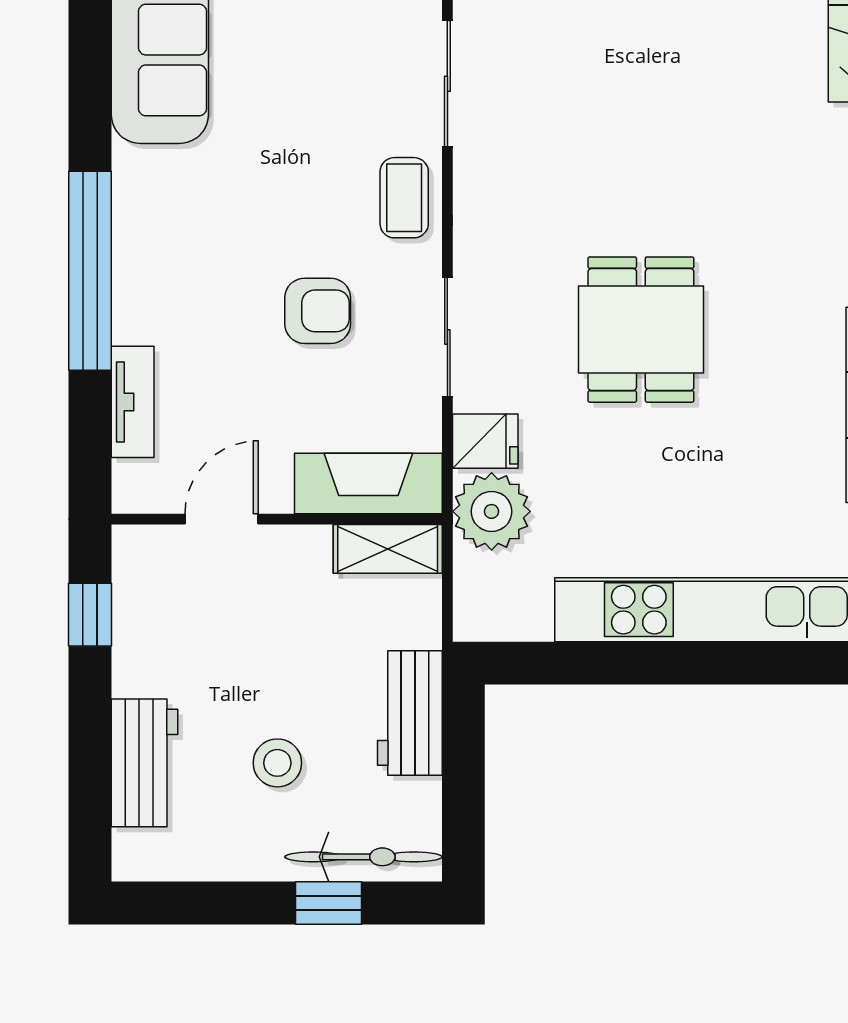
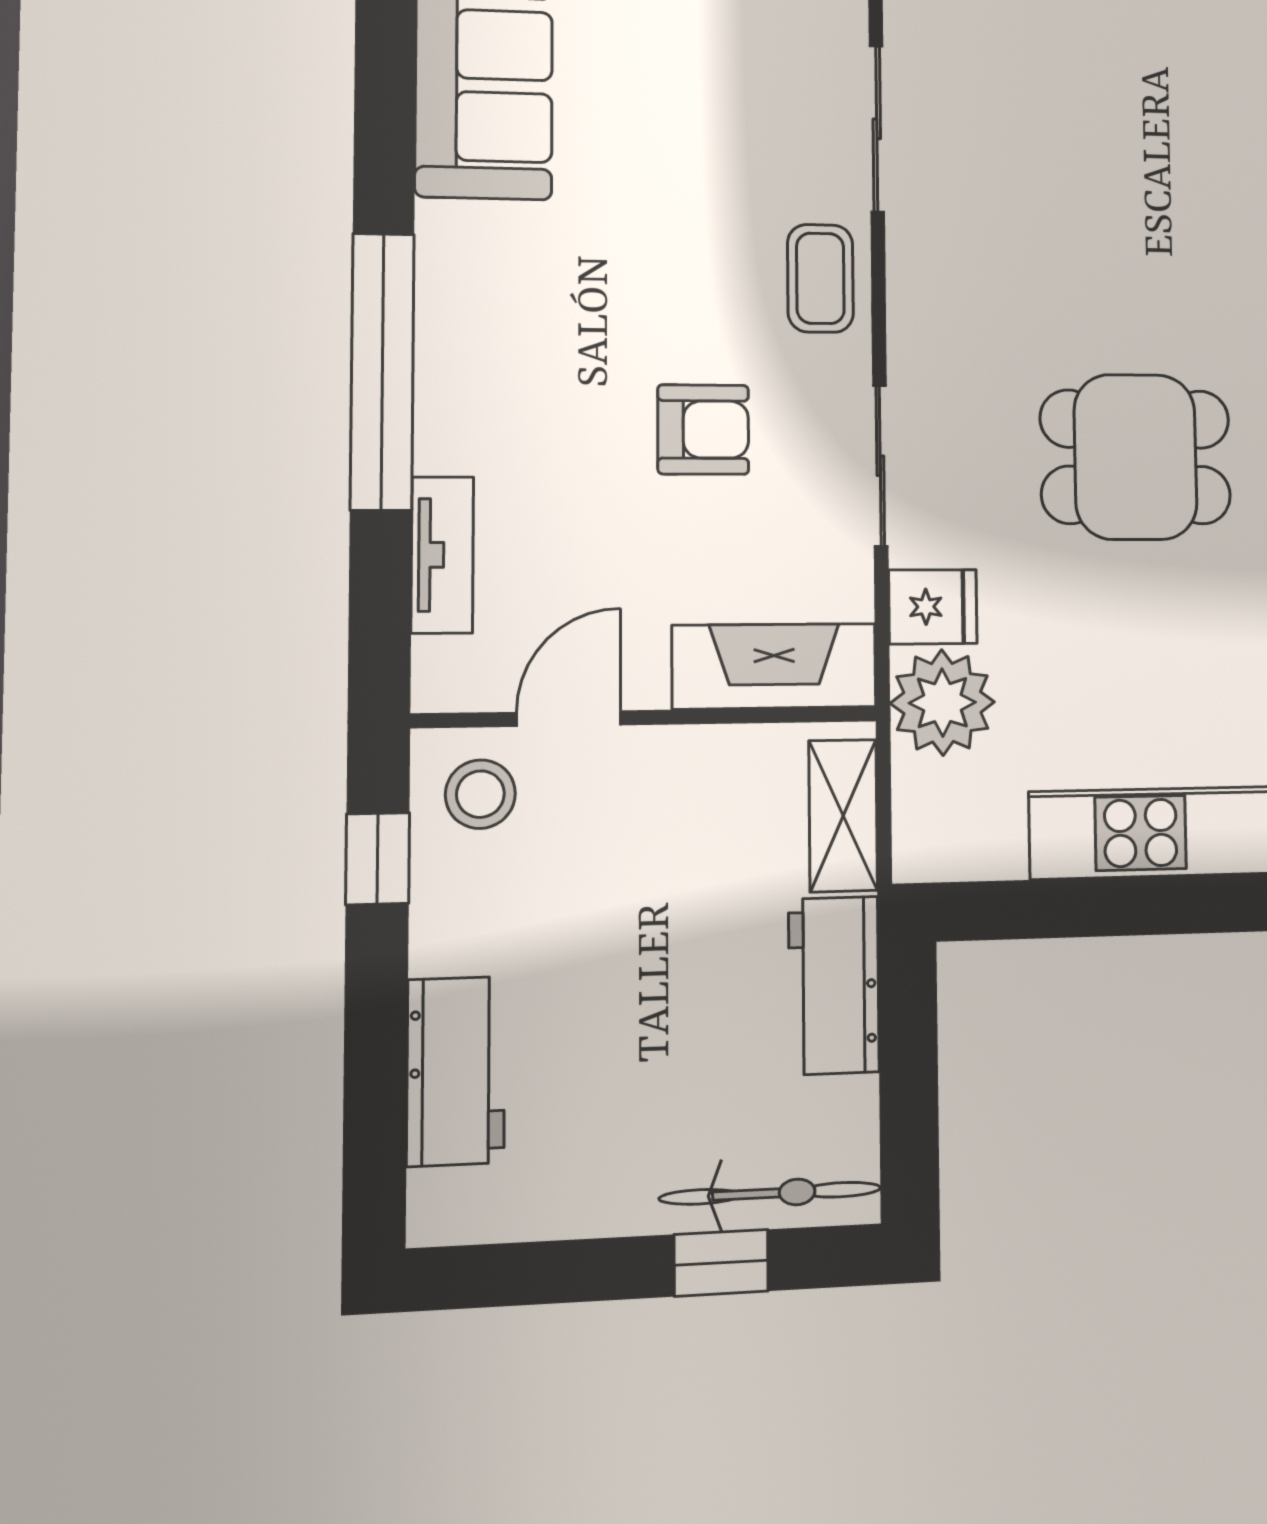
dining table: (641, 330) -> (1136, 457), turned 90
shelving: (388, 549) -> (843, 816), moved, turned 90
stool: (277, 763) -> (480, 794), moved

